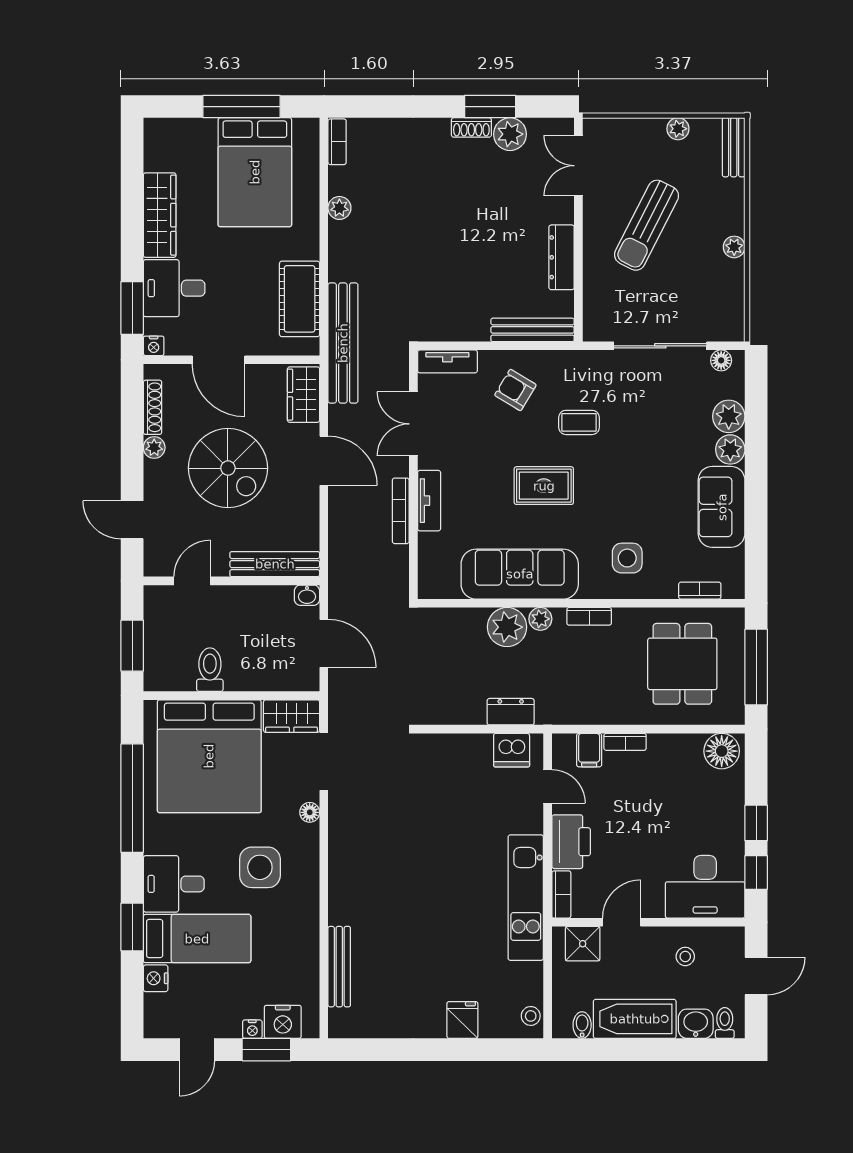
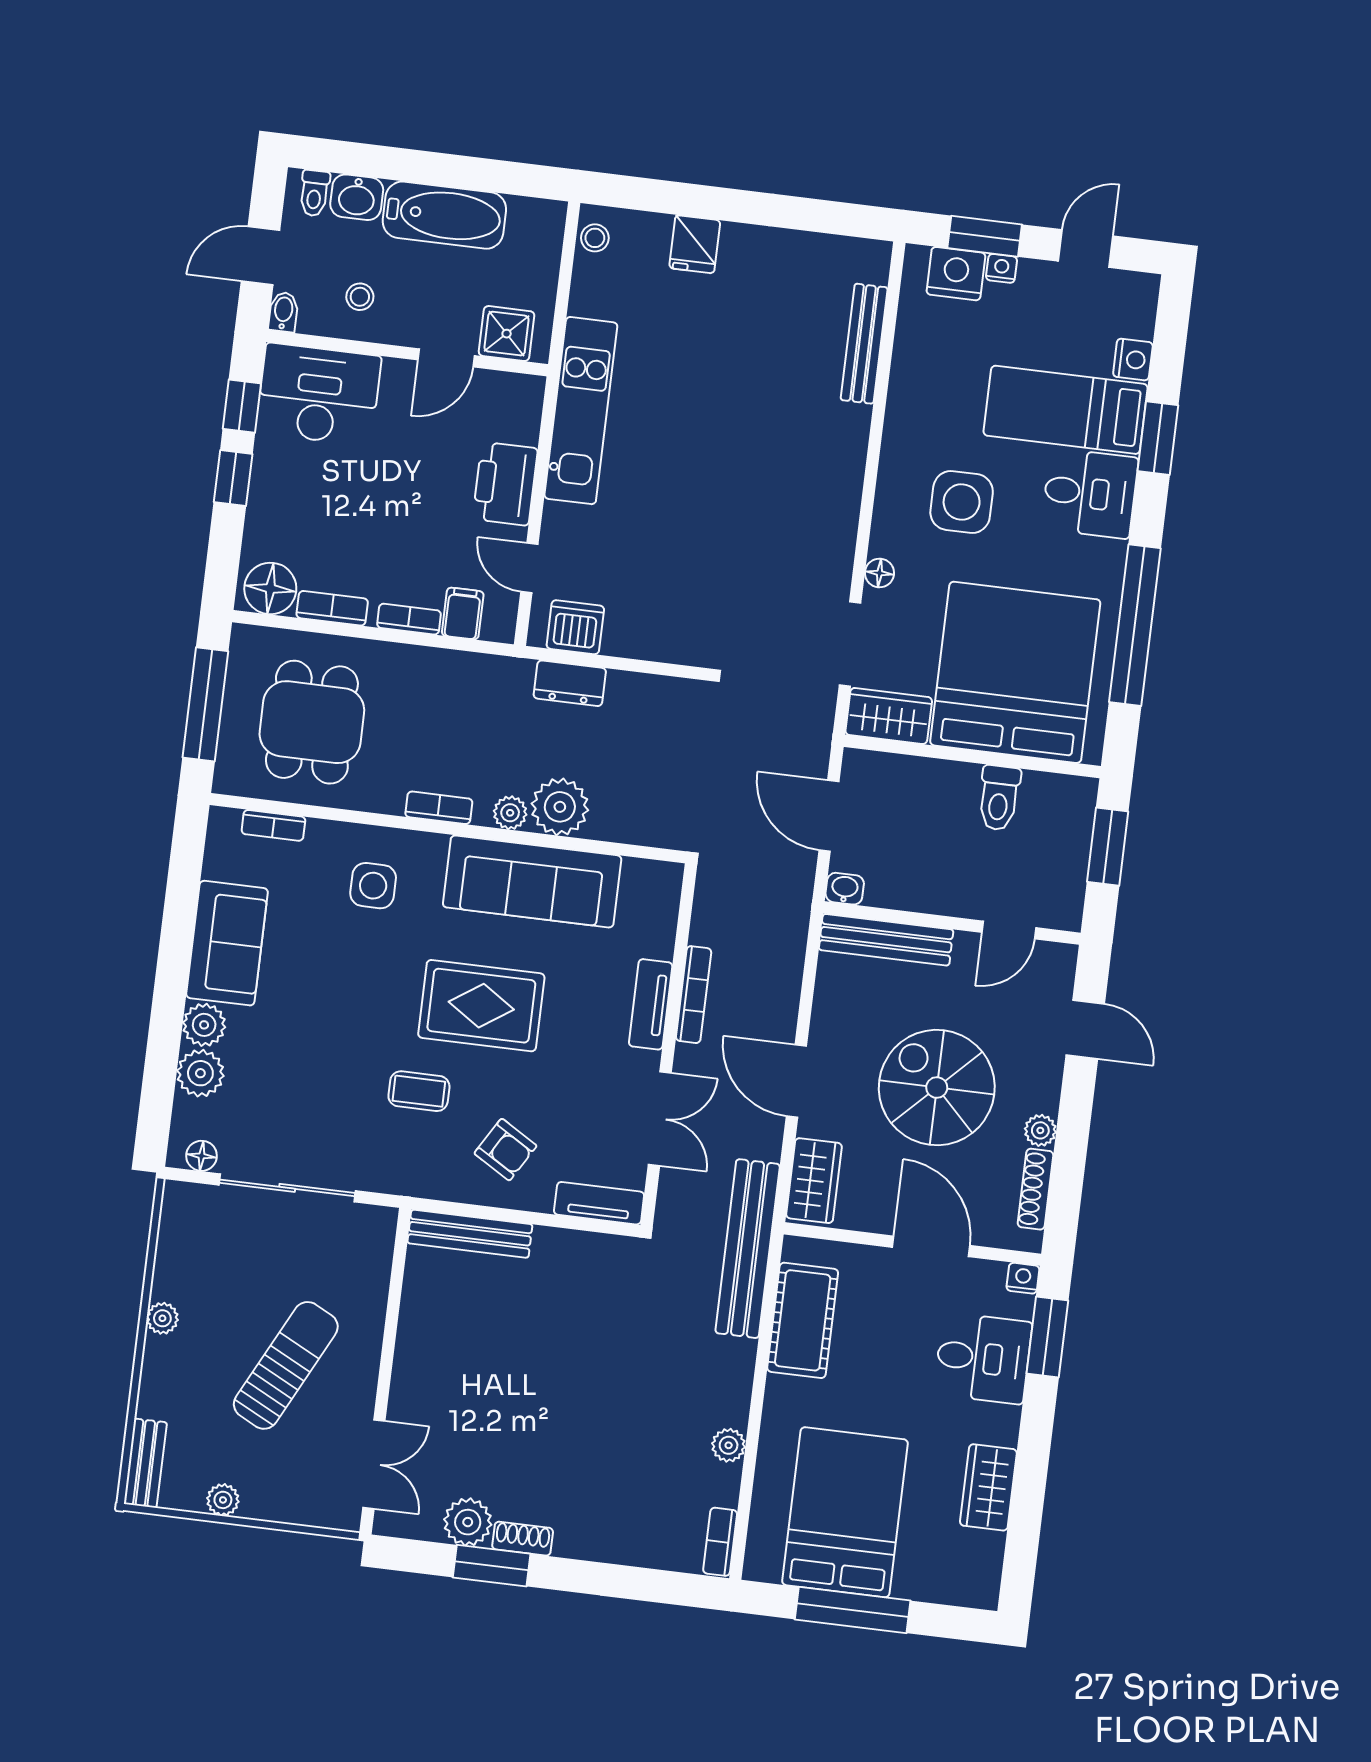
wardrobe: (160, 215) -> (988, 1487), width x0.67
dresser: (562, 257) -> (415, 1334), removed
rug: (544, 486) -> (481, 1006), width x1.36, depth x1.43
bookcase: (561, 894) -> (332, 608), moved, turned 90
bidet: (582, 1025) -> (283, 312), moved, turned 180

